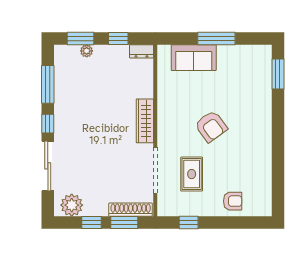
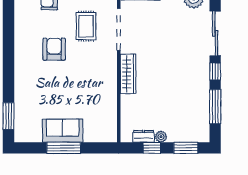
plant: (87, 51) -> (161, 137), moved
dresser: (141, 51) -> (144, 136), moved
sofa: (194, 58) -> (63, 131), moved
armchair: (211, 126) -> (54, 49), moved, turned 36

